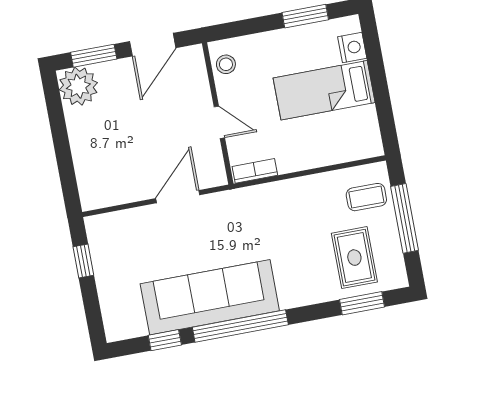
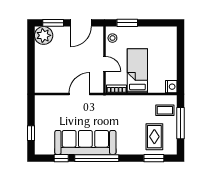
window: (305, 16) -> (127, 23), moved
nightstand: (352, 47) -> (171, 87), moved
bed: (324, 90) -> (137, 71), moved, turned 90
window: (83, 261) -> (31, 133), moved

